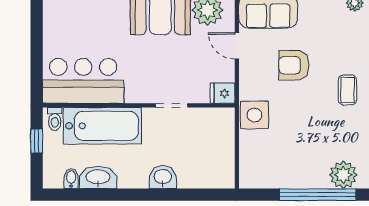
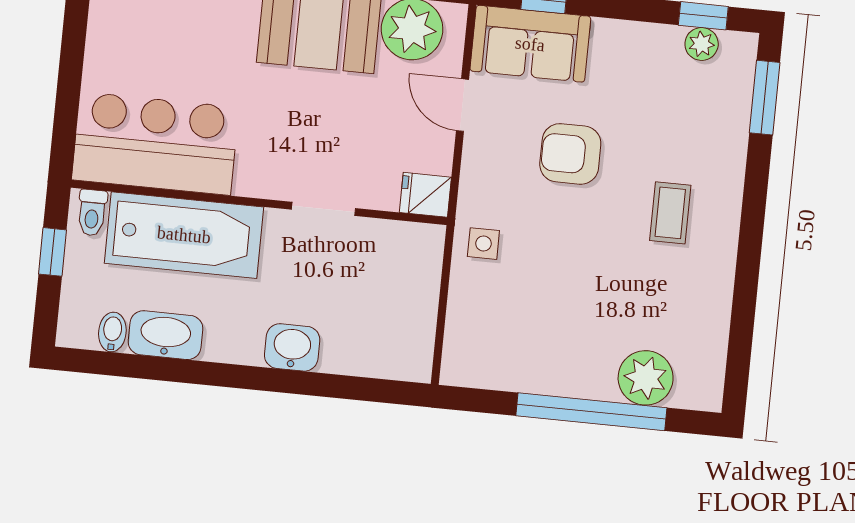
side table: (254, 115) -> (483, 244), width x0.54, depth x0.54

